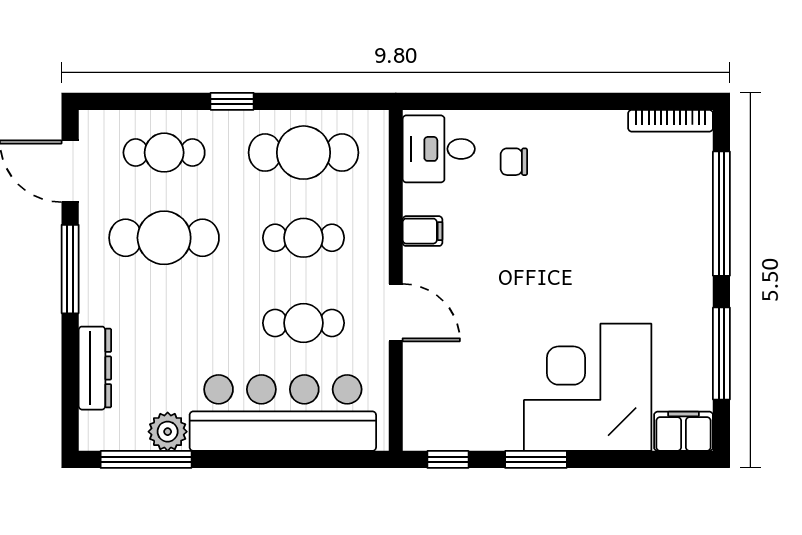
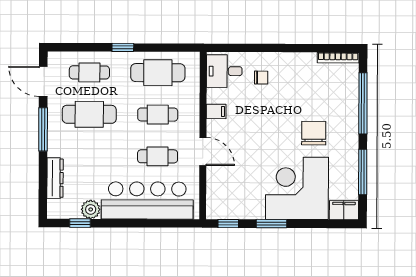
chair: (514, 162) -> (261, 78), turned 180
chair: (621, 275) -> (314, 133), added
window: (146, 459) -> (80, 223), width x0.46

